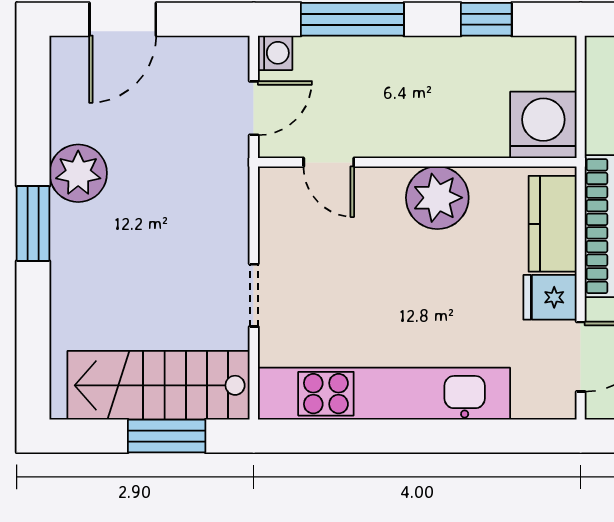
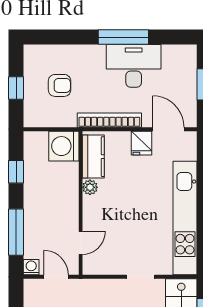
plant: (437, 198) -> (90, 187), width x0.53, depth x0.53
kitchen counter: (553, 224) -> (93, 157), moved, turned -90

